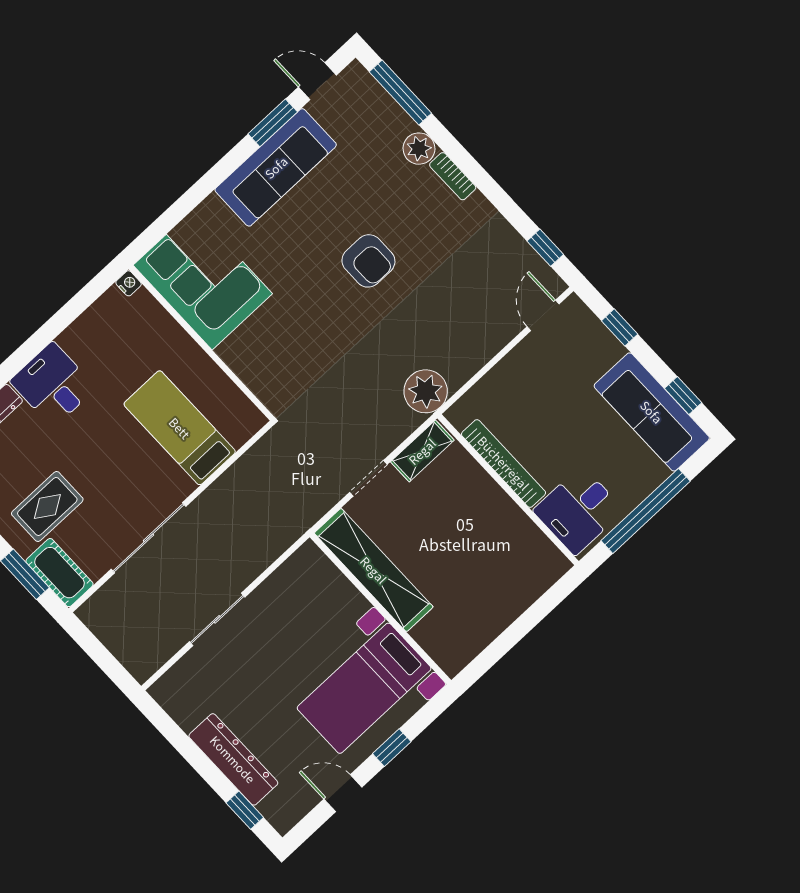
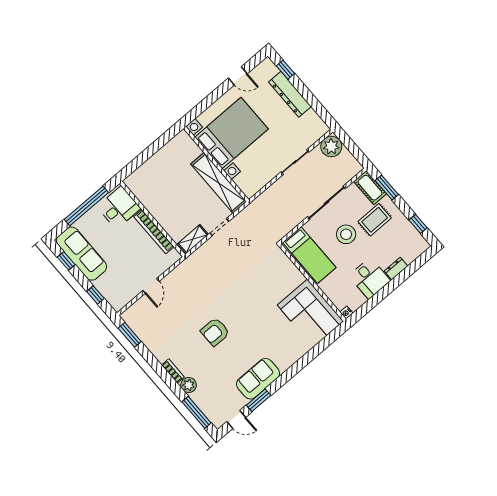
sofa: (276, 167) -> (258, 379), width x0.73
window: (545, 248) -> (130, 335), width x1.50
armchair: (368, 261) -> (215, 332), turned -90
corner sofa: (203, 279) -> (310, 313), moved
nightstand: (129, 283) -> (346, 313), moved
door: (543, 315) -> (151, 286), moved
wall: (201, 343) -> (312, 283), moved
plant: (426, 391) -> (331, 146), moved
stool: (105, 474) -> (346, 234), added
bed with nightstands: (364, 688) -> (232, 133), width x1.36
window: (392, 748) -> (213, 97), removed

